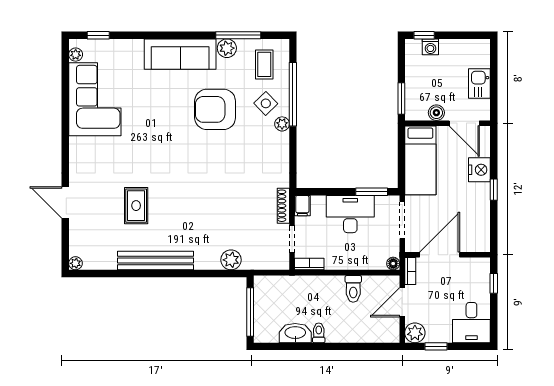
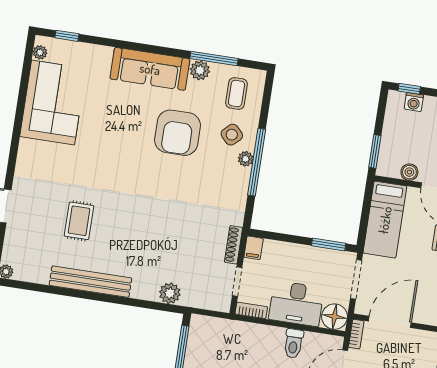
window: (293, 94) -> (257, 162), moved
armchair: (215, 109) -> (178, 133), turned -90
desk: (350, 214) -> (296, 303), moved, turned 180
floor lamp: (393, 264) -> (334, 317), width x1.89, depth x1.89

